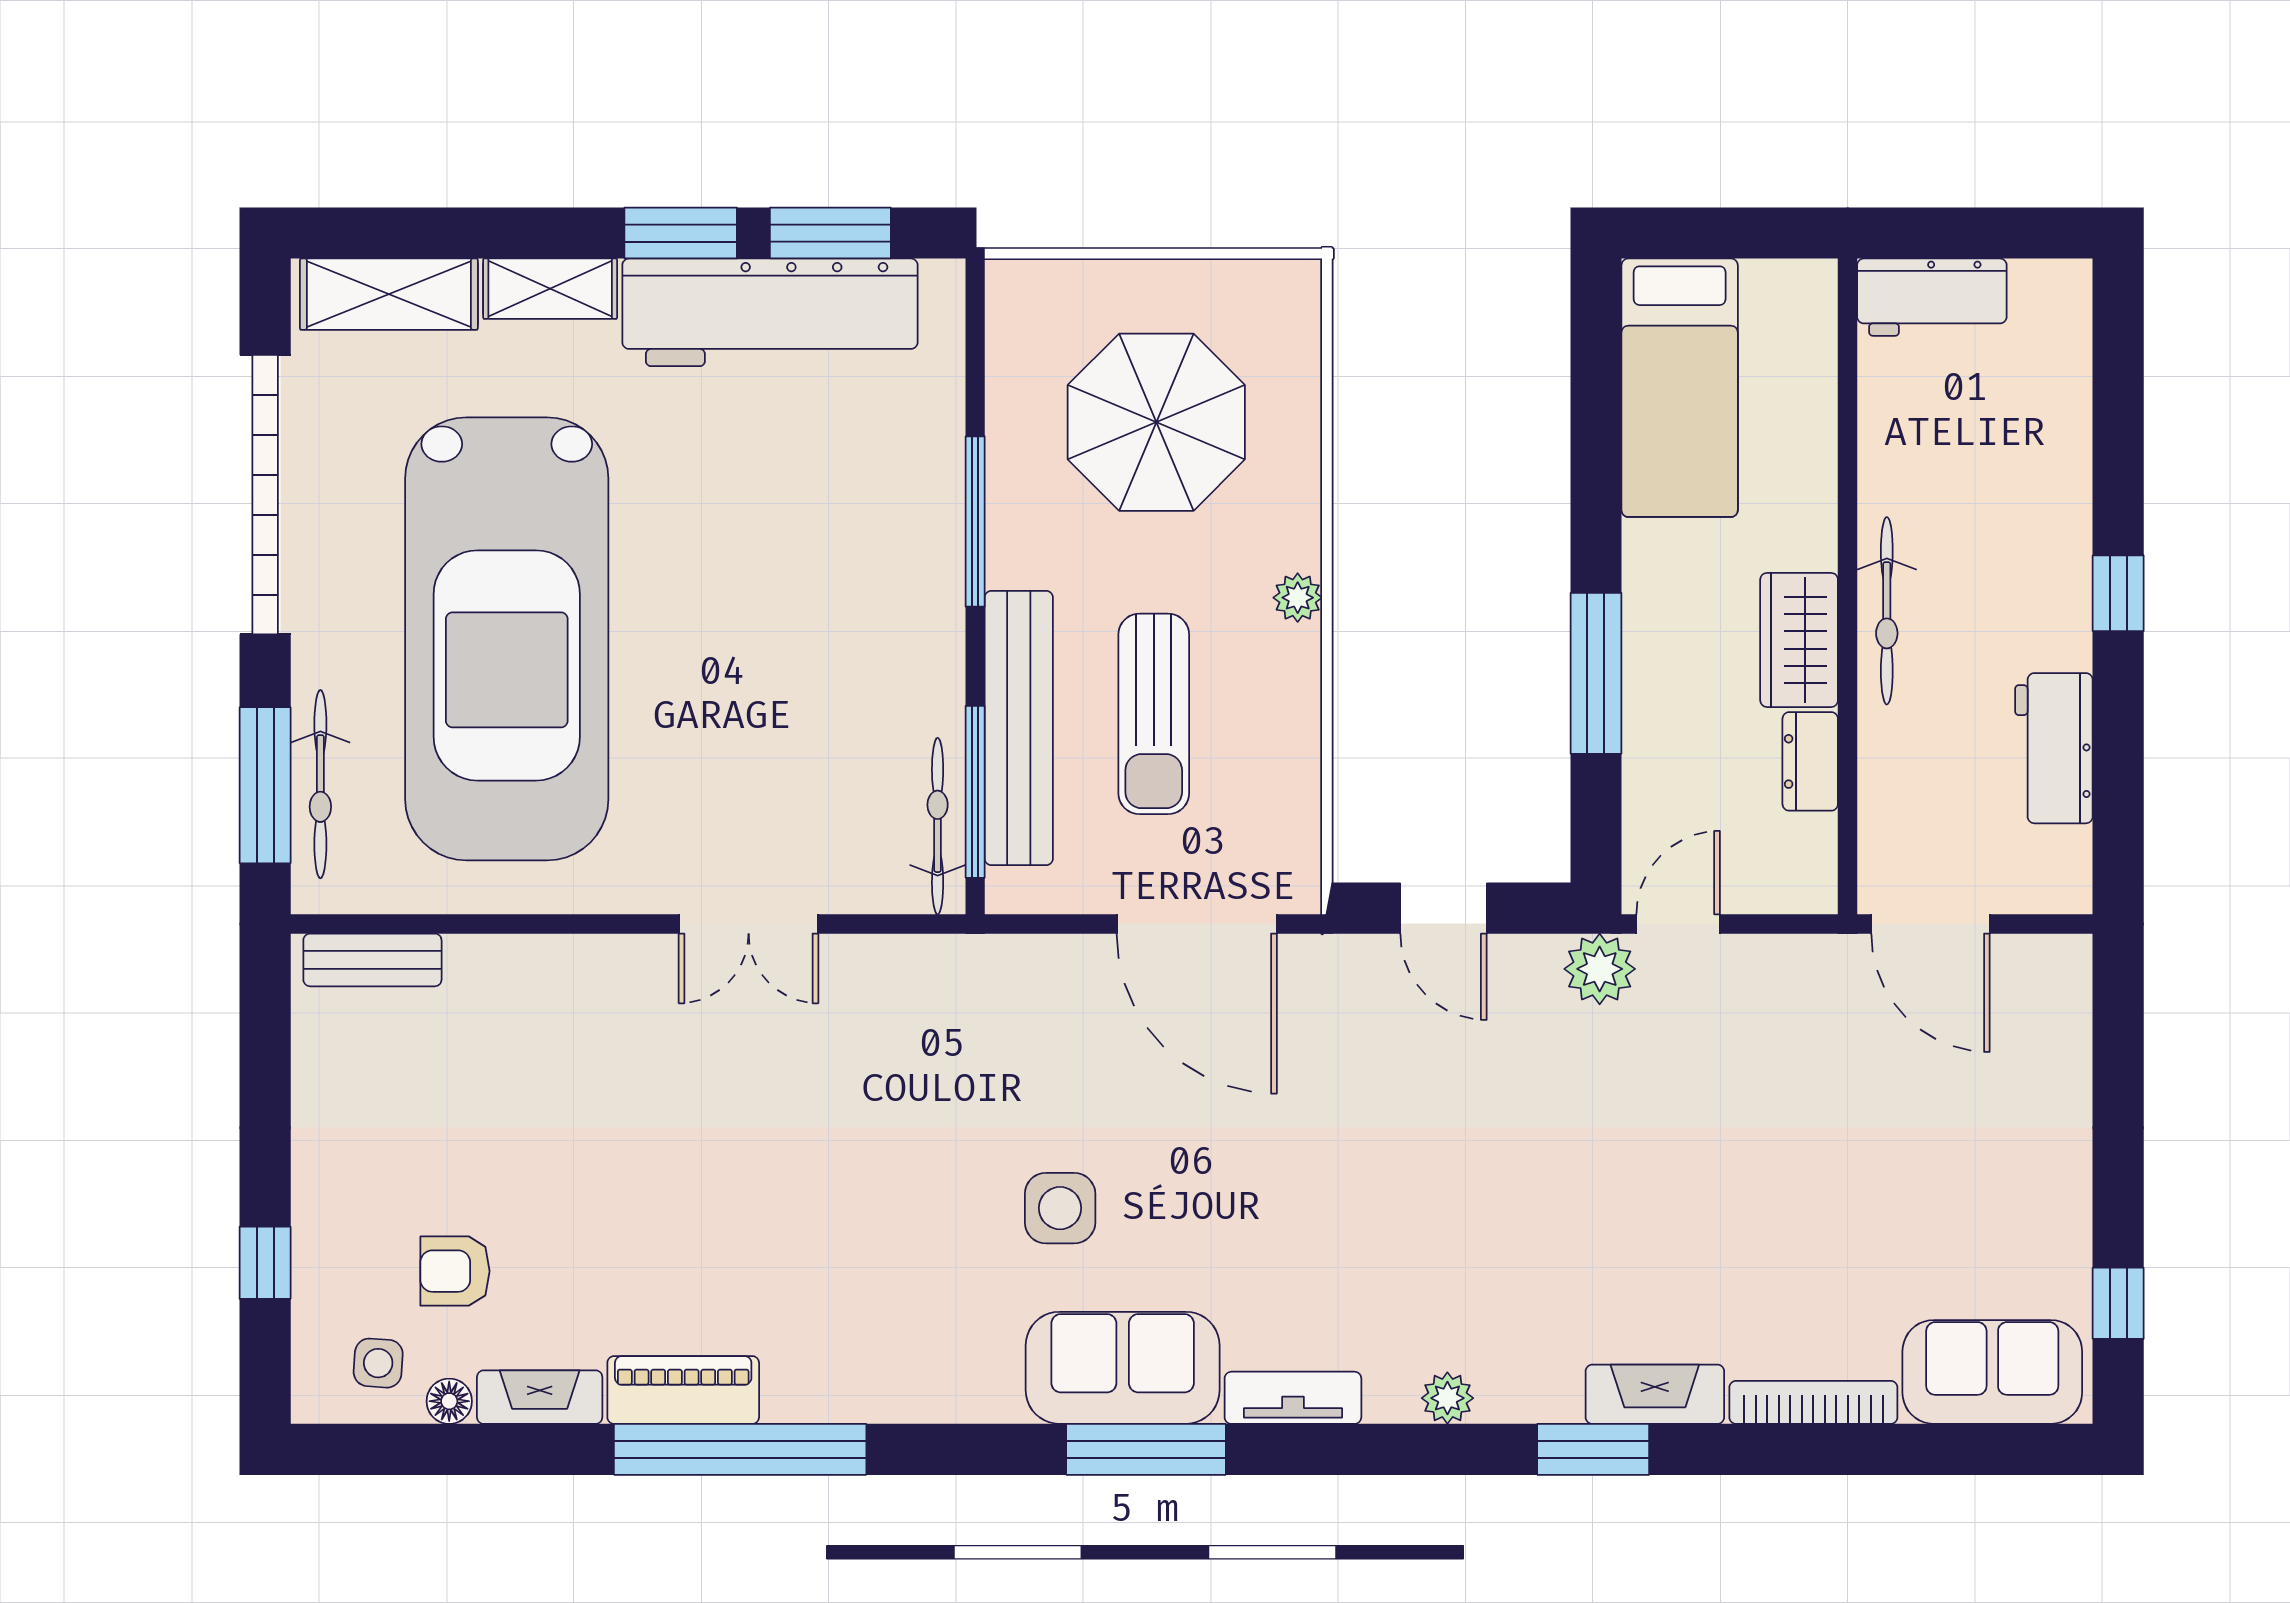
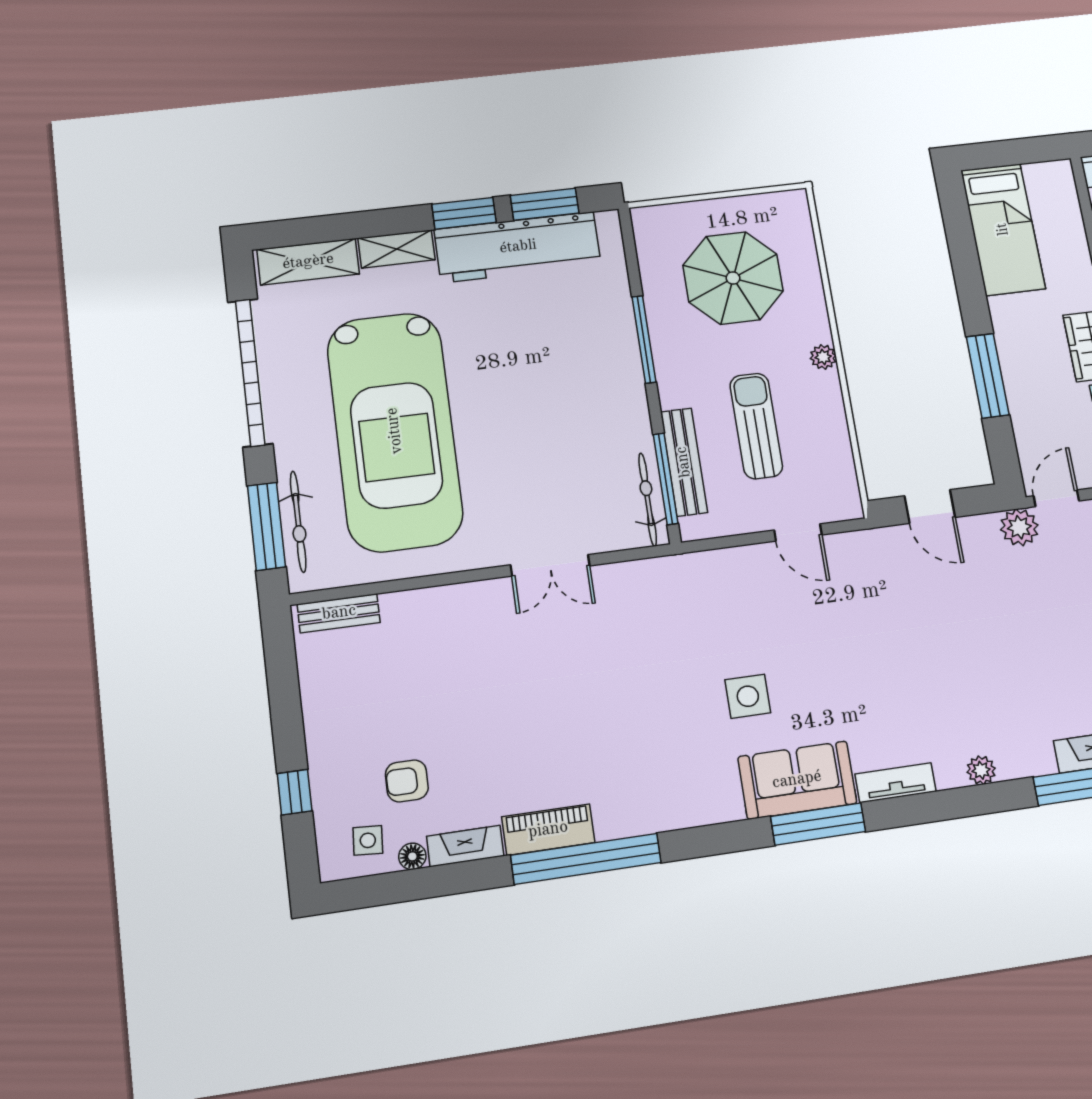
sun lounger: (1154, 714) -> (756, 426), turned 180
bench: (1019, 728) -> (684, 462), width x0.73, depth x0.82
door: (1197, 924) -> (798, 533), width x0.53

